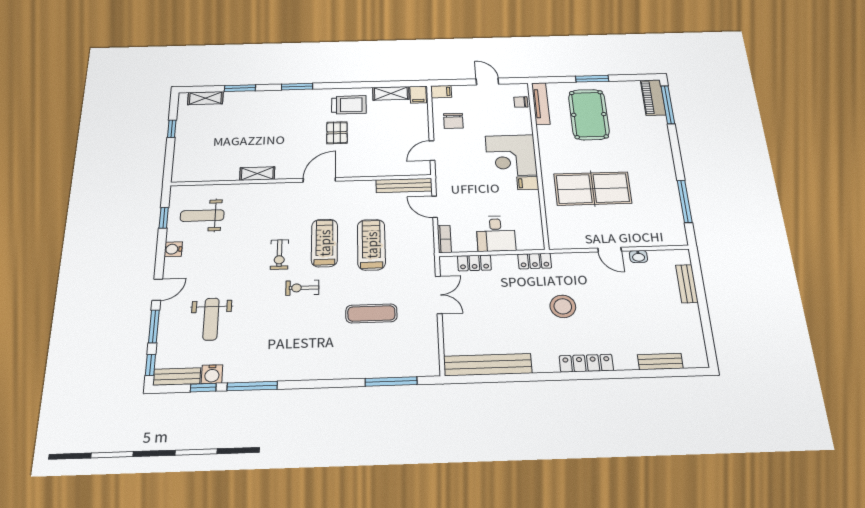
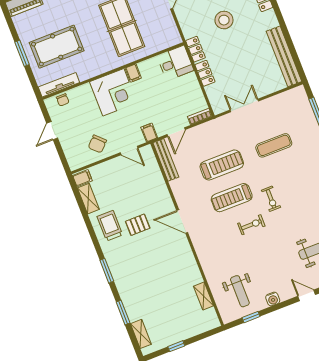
filing cabinet: (441, 92) -> (149, 133), moved
chair: (453, 121) -> (97, 144), turned 135
shelving: (257, 174) -> (203, 296), moved
desk: (496, 234) -> (175, 63), moved
treadmill: (371, 245) -> (222, 165), turned 180
locker: (474, 263) -> (205, 73), moved
exercise mat: (371, 313) -> (274, 145), turned 90

